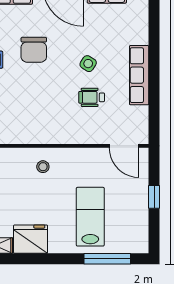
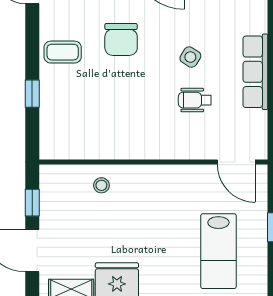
stool: (43, 167) -> (101, 185), moved
lab bench: (90, 217) -> (218, 251), moved, turned 180

